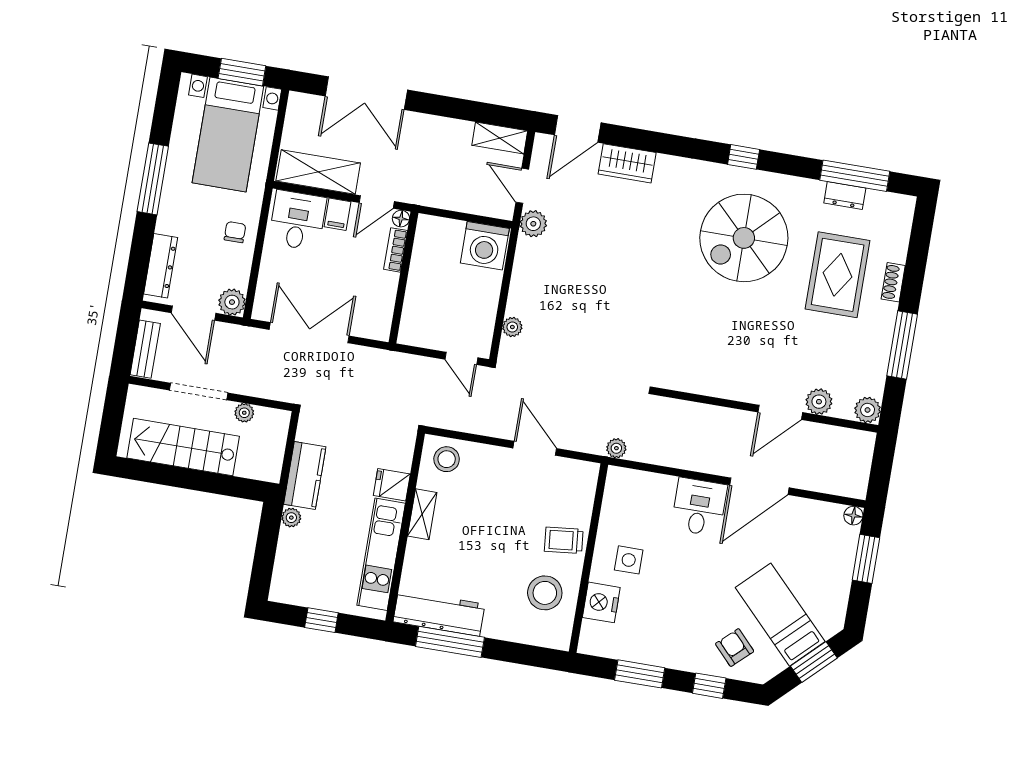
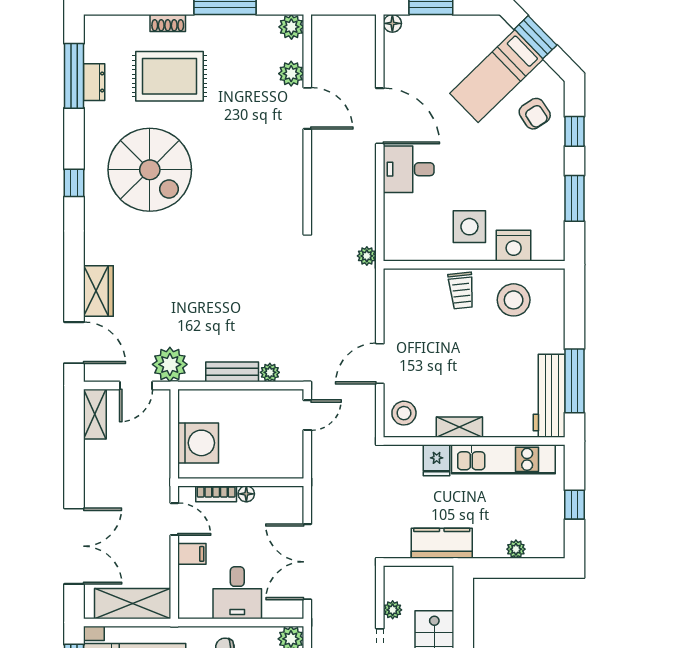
shelving: (318, 172) -> (133, 604), moved, turned 90
floor lamp: (401, 219) -> (246, 494), moved
desk: (297, 220) -> (237, 593), moved, turned -90
plant: (533, 224) -> (170, 364), width x1.36, depth x1.36
washing machine: (485, 246) -> (198, 443), moved
bench: (520, 288) -> (232, 372), added
door: (535, 448) -> (380, 364), moved
plant: (291, 518) -> (516, 549), moved
side table: (629, 560) -> (469, 227), width x1.37, depth x1.37
armchair: (735, 648) -> (535, 114), turned -80

